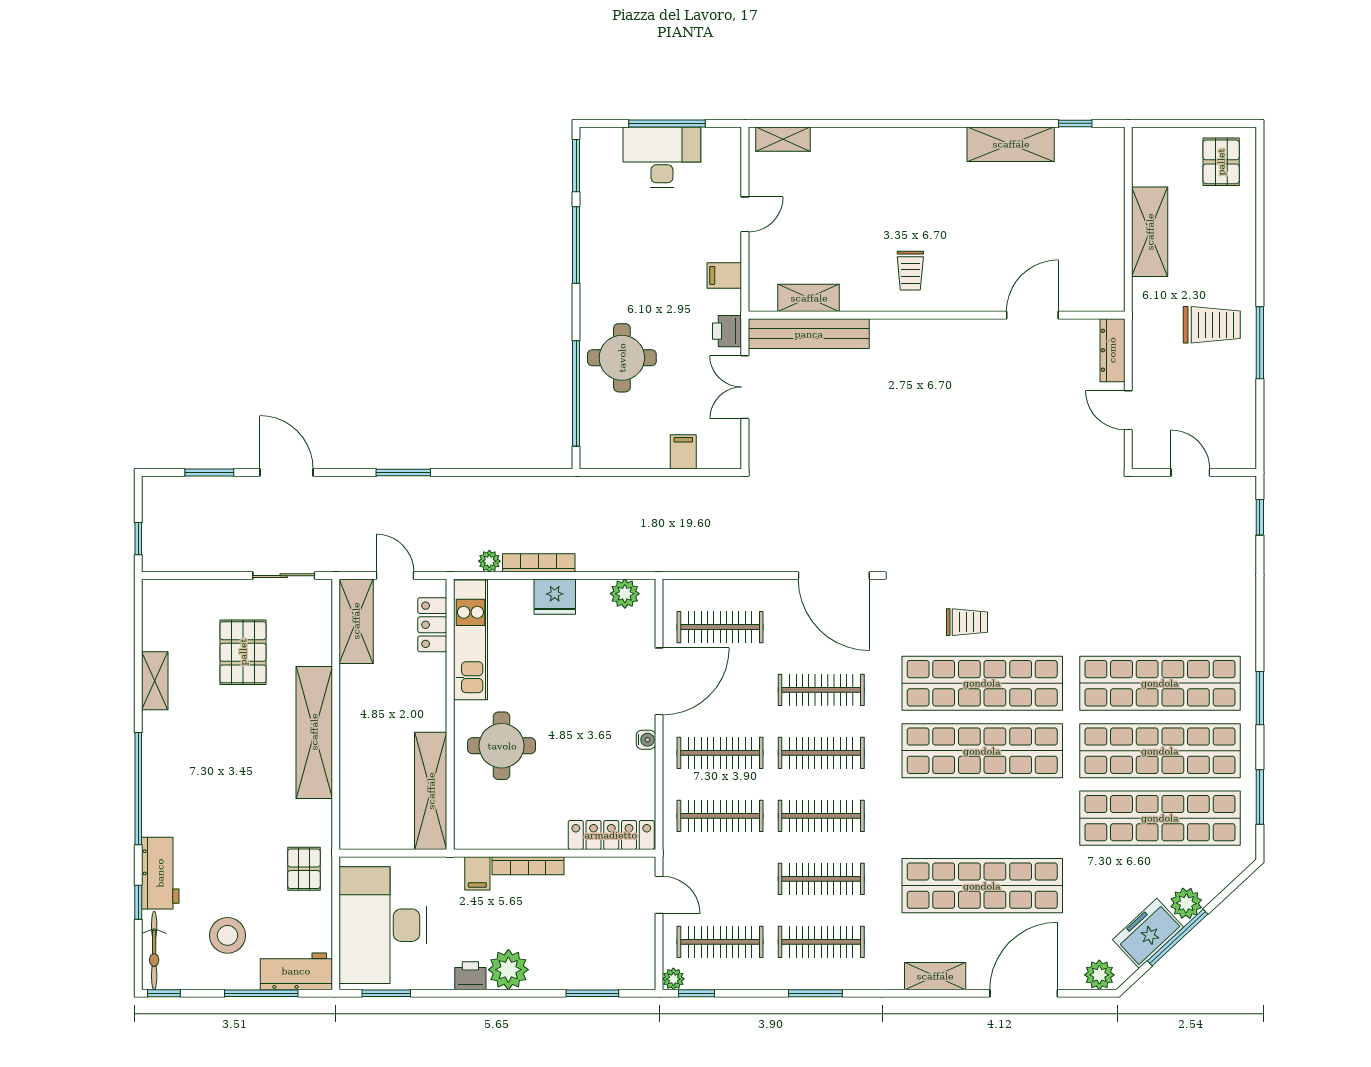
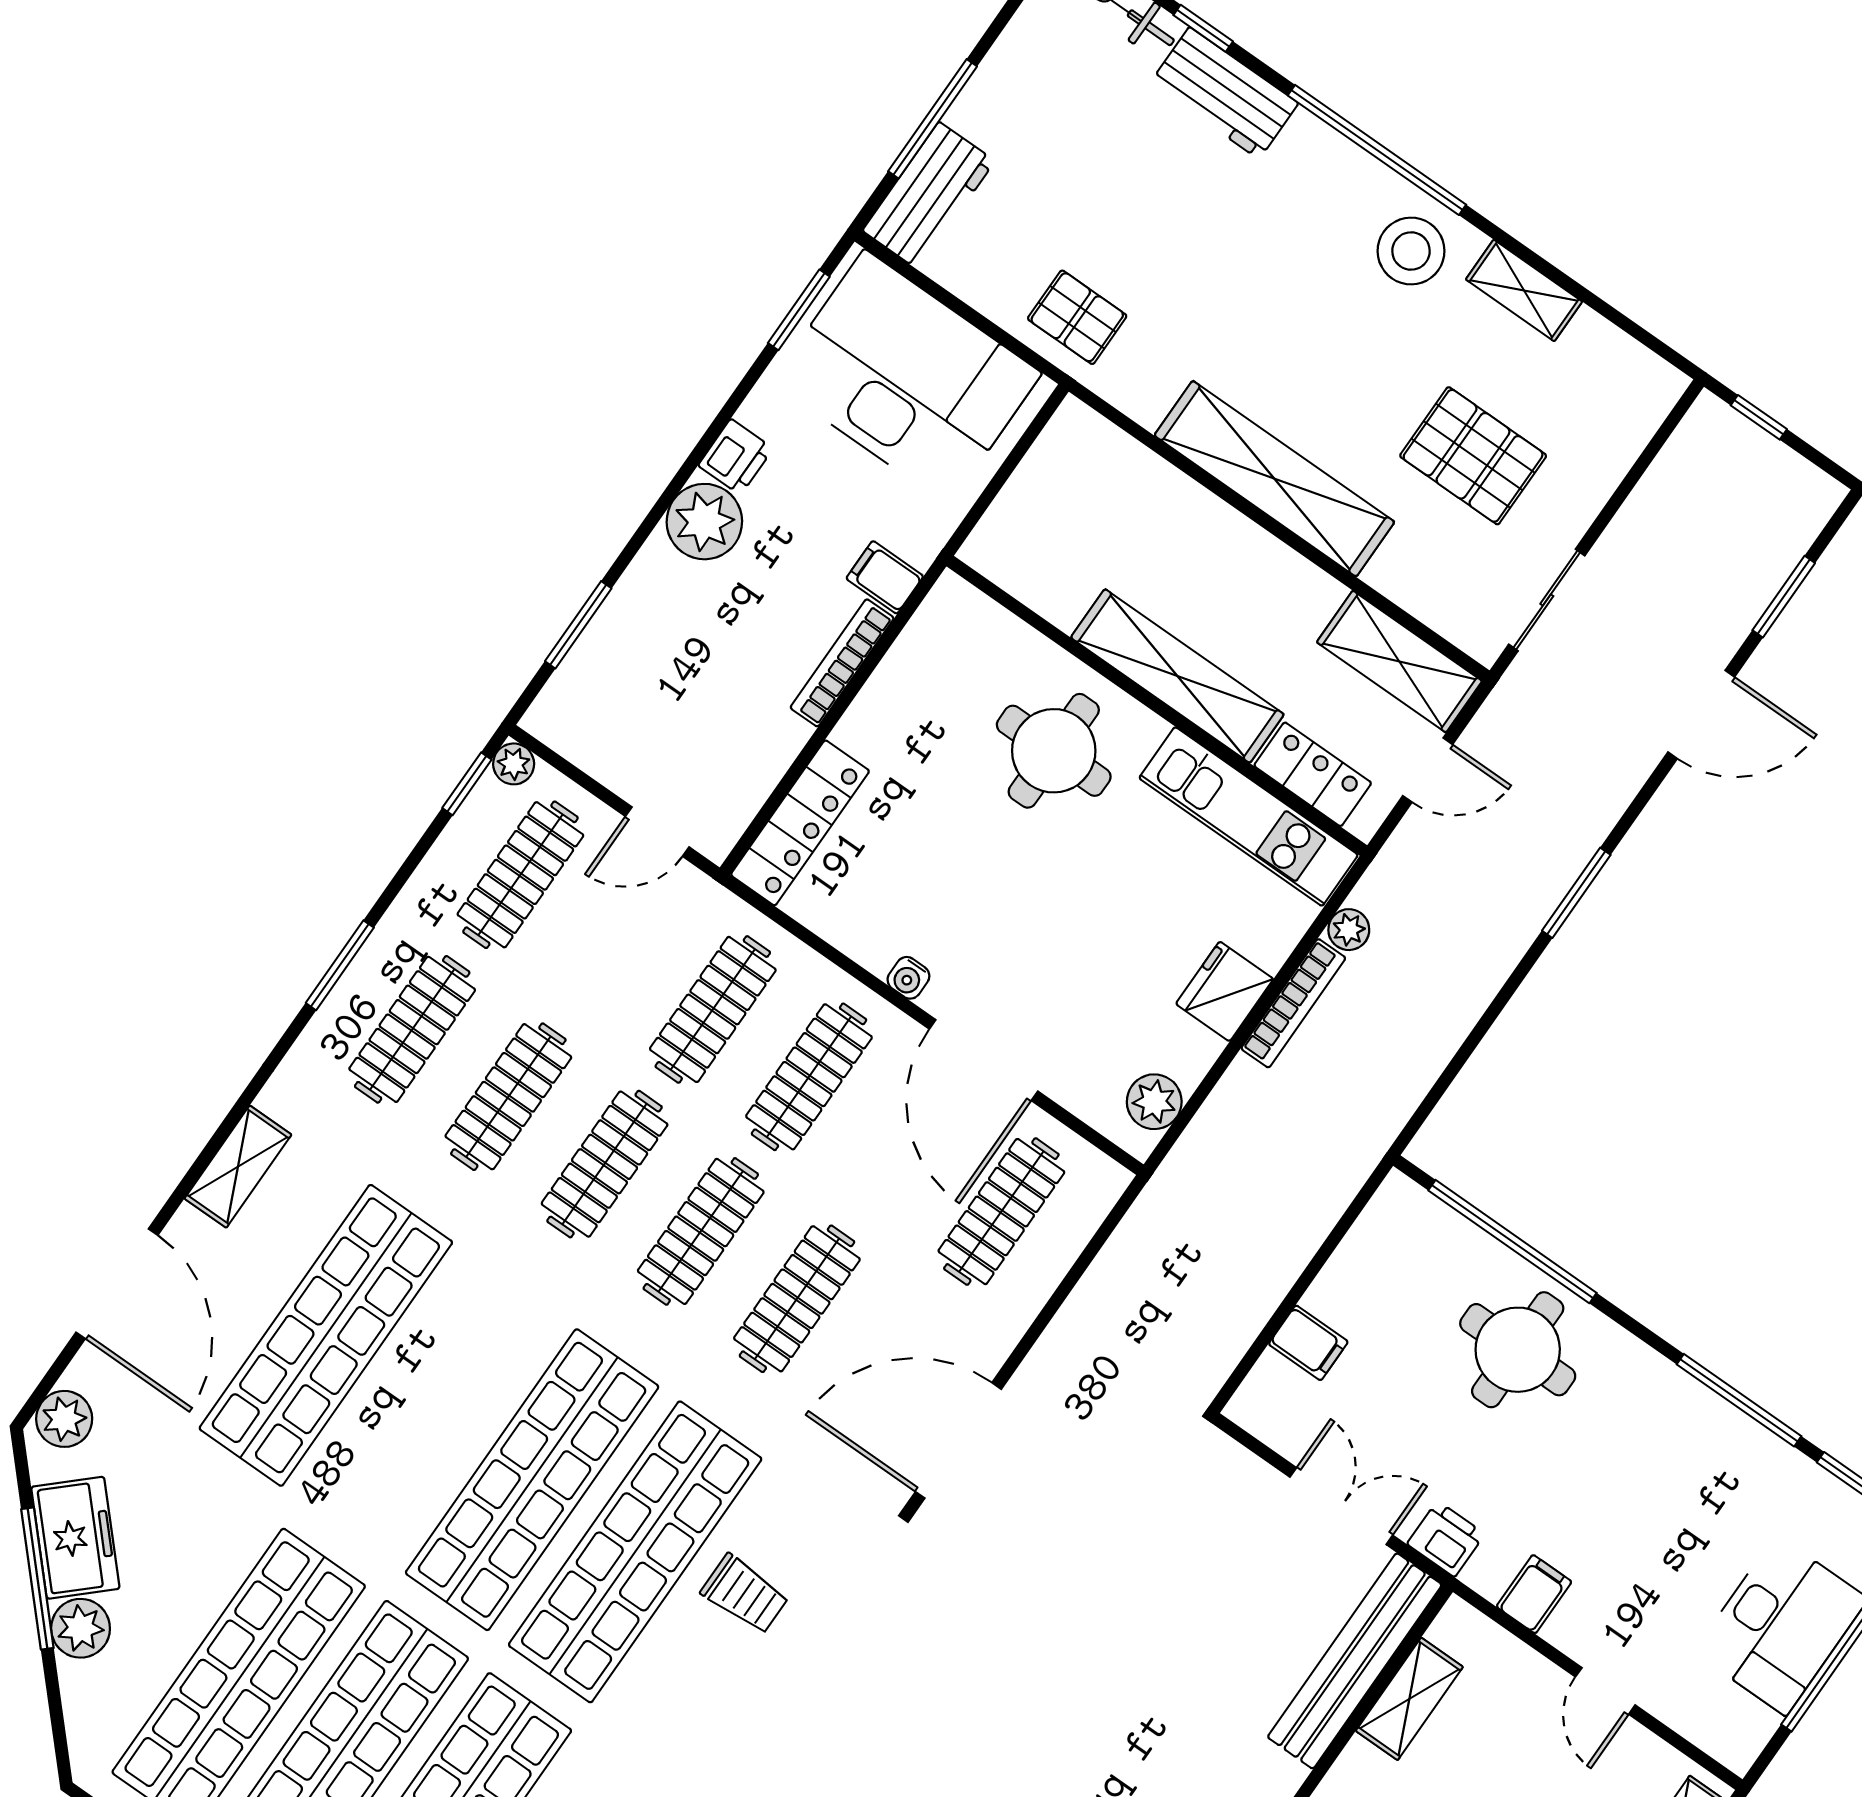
trolley: (967, 622) -> (745, 1594), turned -90
shelving: (431, 791) -> (1177, 676), moved
stool: (227, 935) -> (1411, 251), moved

